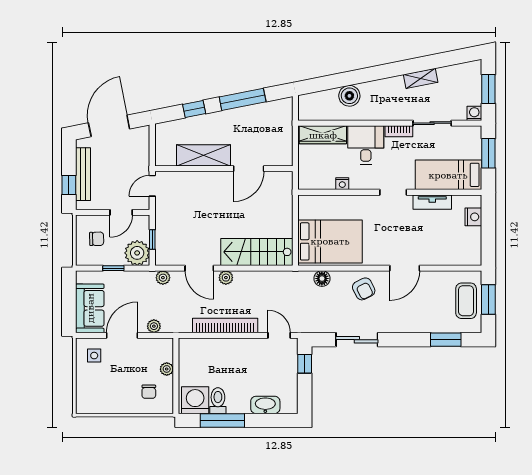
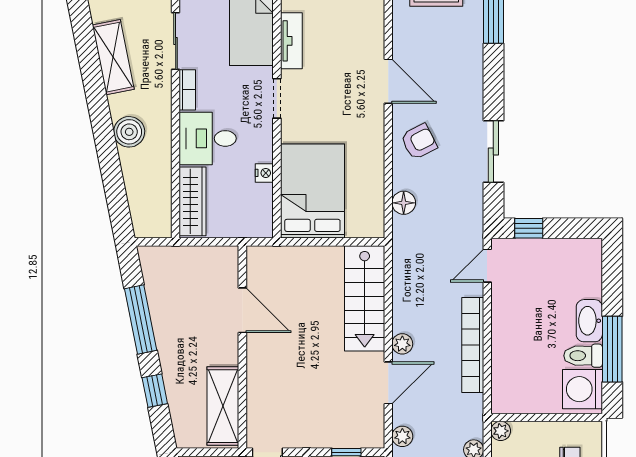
shelving: (421, 78) -> (113, 57), width x1.50, depth x1.33
boiler: (349, 96) -> (129, 132), moved
shelving: (203, 155) -> (223, 406), moved
bed: (330, 241) -> (312, 191), moved
plant: (167, 369) -> (501, 431), moved
washbasin: (265, 405) -> (589, 321), moved

